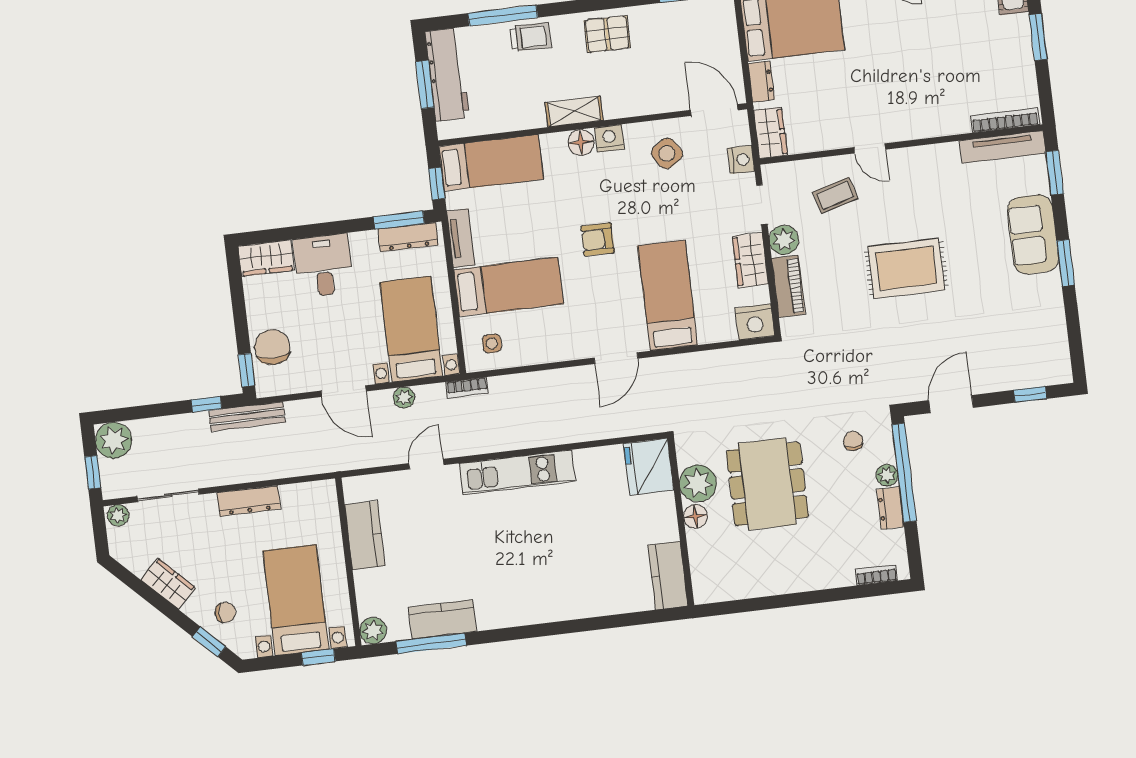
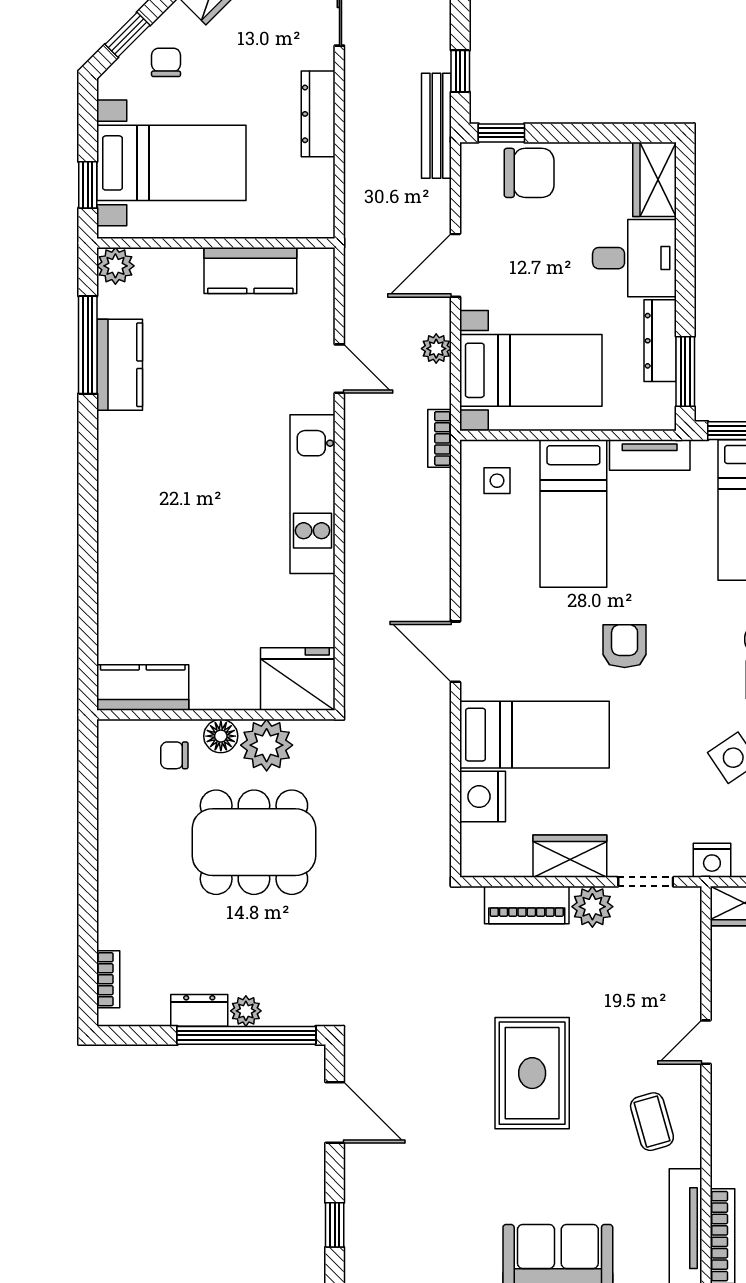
coffee table: (835, 195) -> (652, 1122), moved
dresser: (408, 237) -> (660, 341), moved
nightstand: (755, 322) -> (483, 797), moved
chair: (853, 441) -> (174, 755), moved, turned 180
chair: (225, 612) -> (166, 62), turned 180

